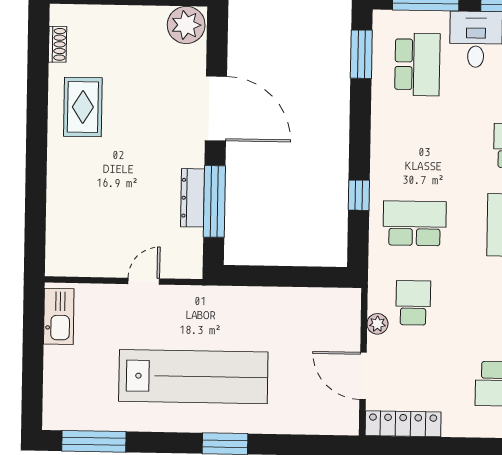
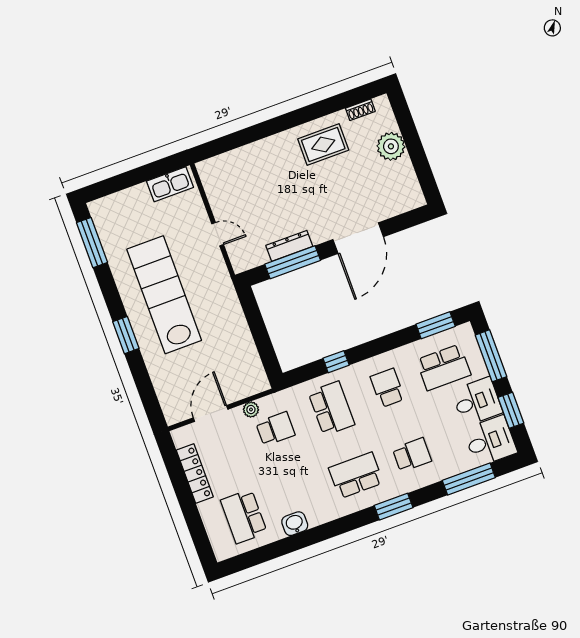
plant: (186, 25) -> (391, 146), moved
school desk: (416, 144) -> (387, 388), added
lab bench: (193, 377) -> (164, 295), turned 180
locker: (403, 424) -> (195, 474), moved

